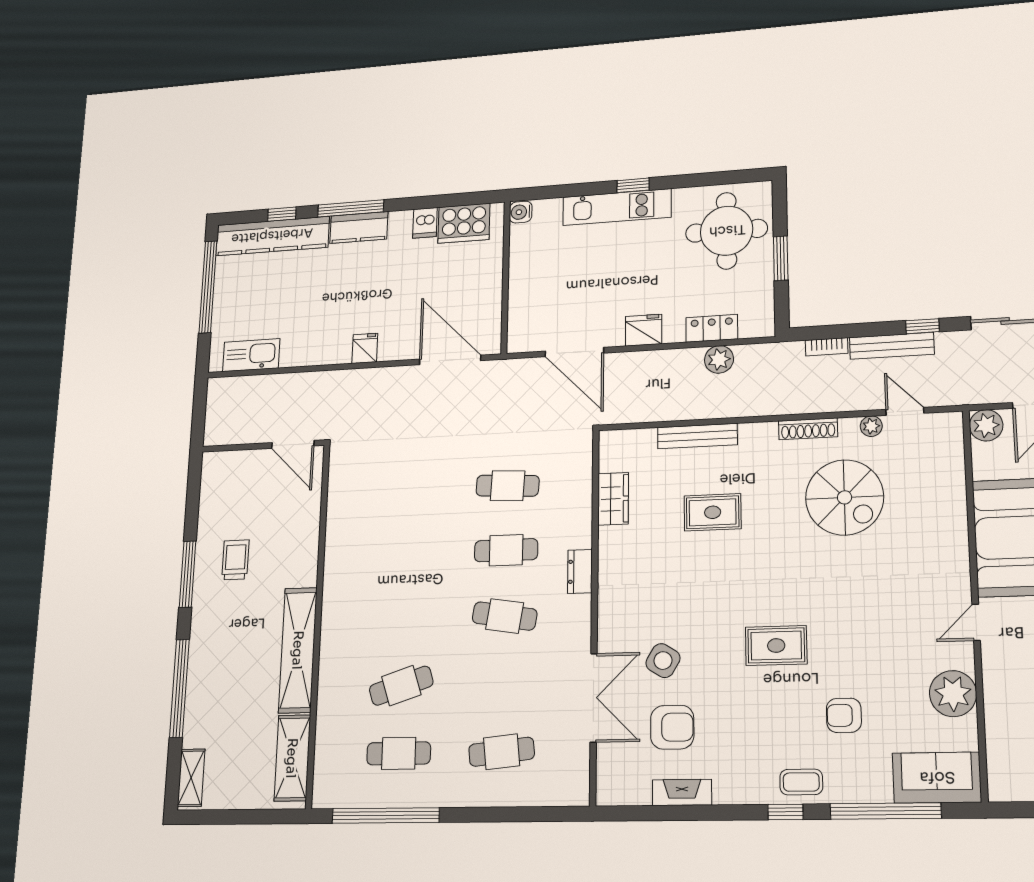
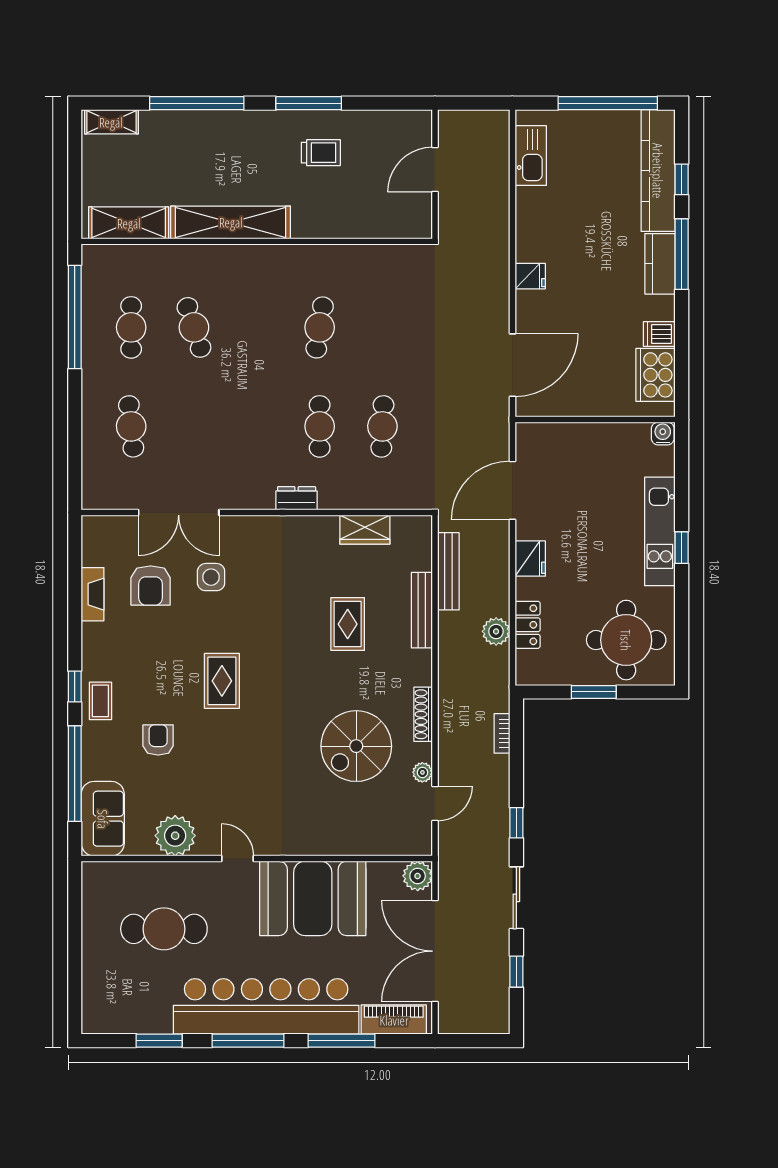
bench: (892, 346) -> (448, 571), moved
door: (293, 444) -> (435, 169), moved
cafe table: (505, 616) -> (320, 327), moved
side table: (663, 661) -> (211, 577), turned -31

